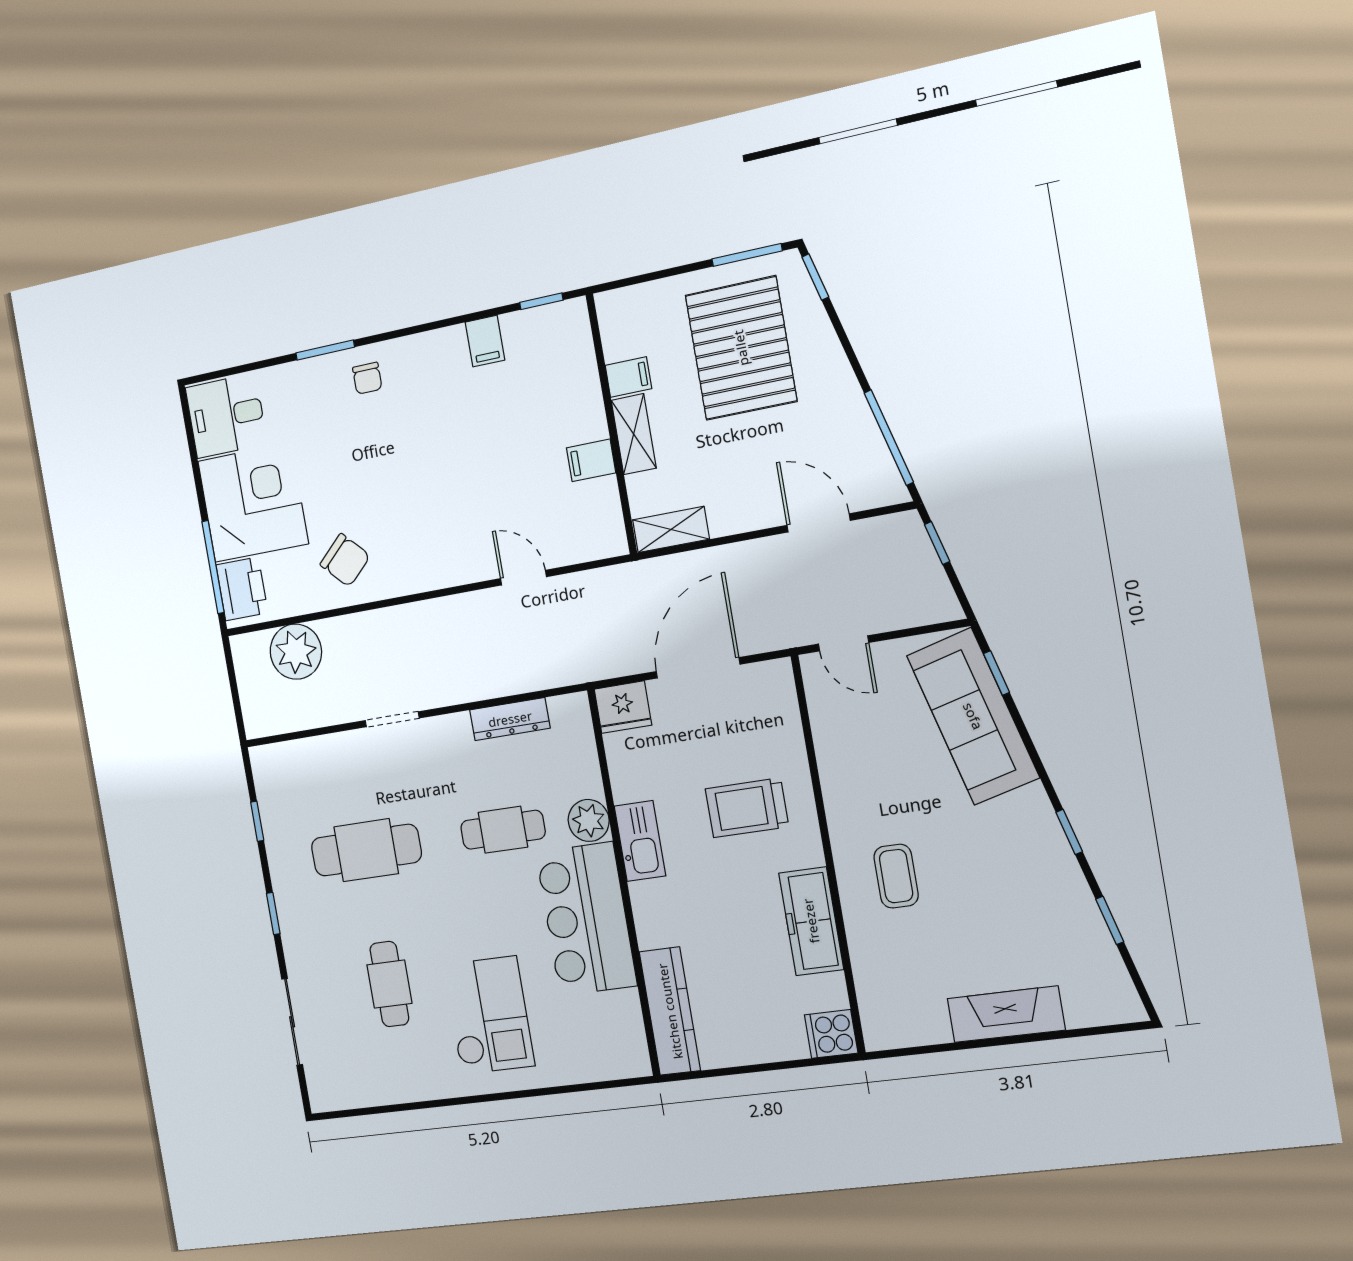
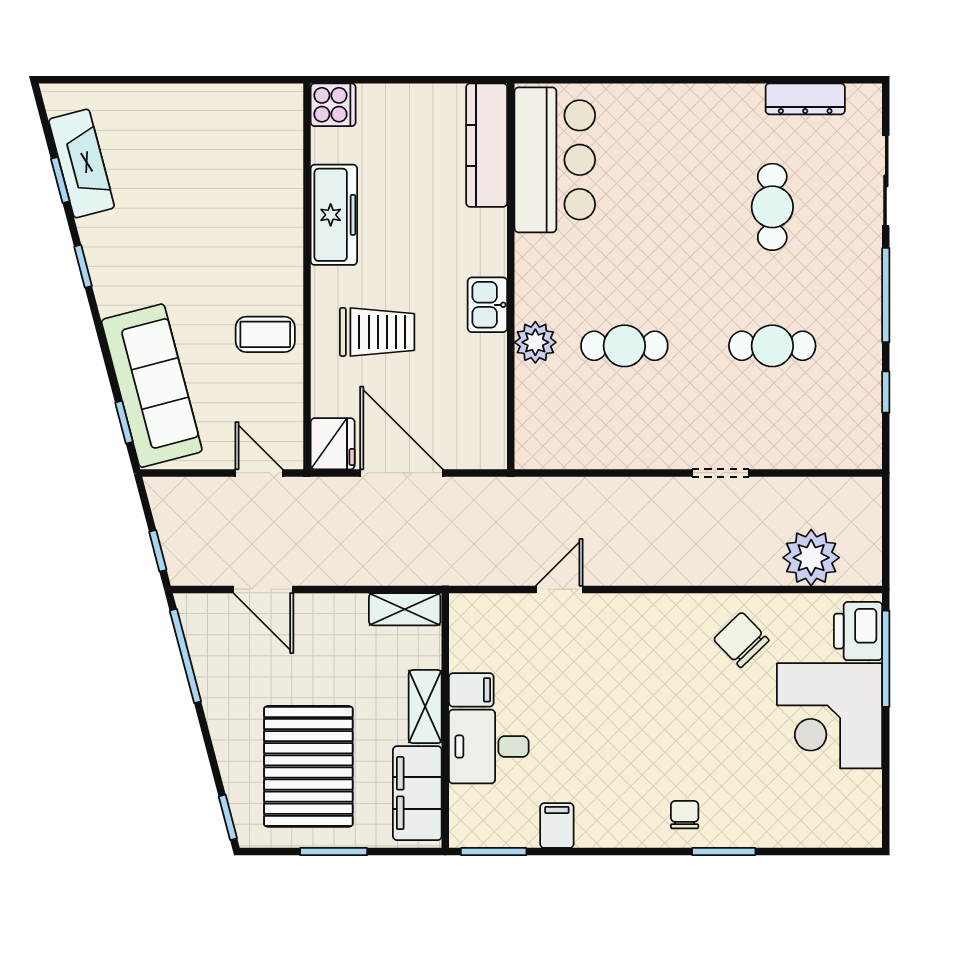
window: (747, 255) -> (334, 852), moved
window: (541, 301) -> (494, 852), width x1.50
filing cabinet: (628, 377) -> (417, 793), width x3.00, depth x1.17
desk: (226, 416) -> (489, 747), moved, turned 180
door: (523, 578) -> (559, 589), swing flipped
door: (698, 668) -> (401, 473), swing flipped
fridge: (623, 707) -> (333, 444), moved, turned 90
dresser: (510, 719) -> (805, 99), moved, turned 180
kitchen sink: (640, 841) -> (487, 305), width x0.73
cafe table: (366, 850) -> (772, 346), width x0.73, depth x0.74
coffee table: (896, 876) -> (265, 334), moved, turned 90
window: (273, 913) -> (886, 295), width x2.17
bar counter: (586, 919) -> (555, 160), moved
fireplace: (1006, 1014) -> (82, 163), moved, turned -105
checkout: (489, 1015) -> (672, 163), removed

